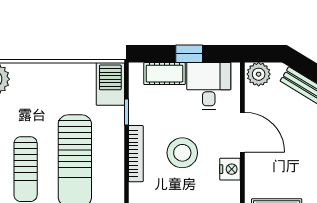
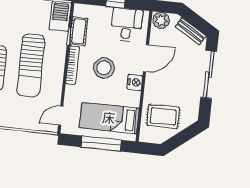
cot: (164, 74) -> (79, 31), moved, turned 90
door: (242, 132) -> (146, 58), hinge flipped

